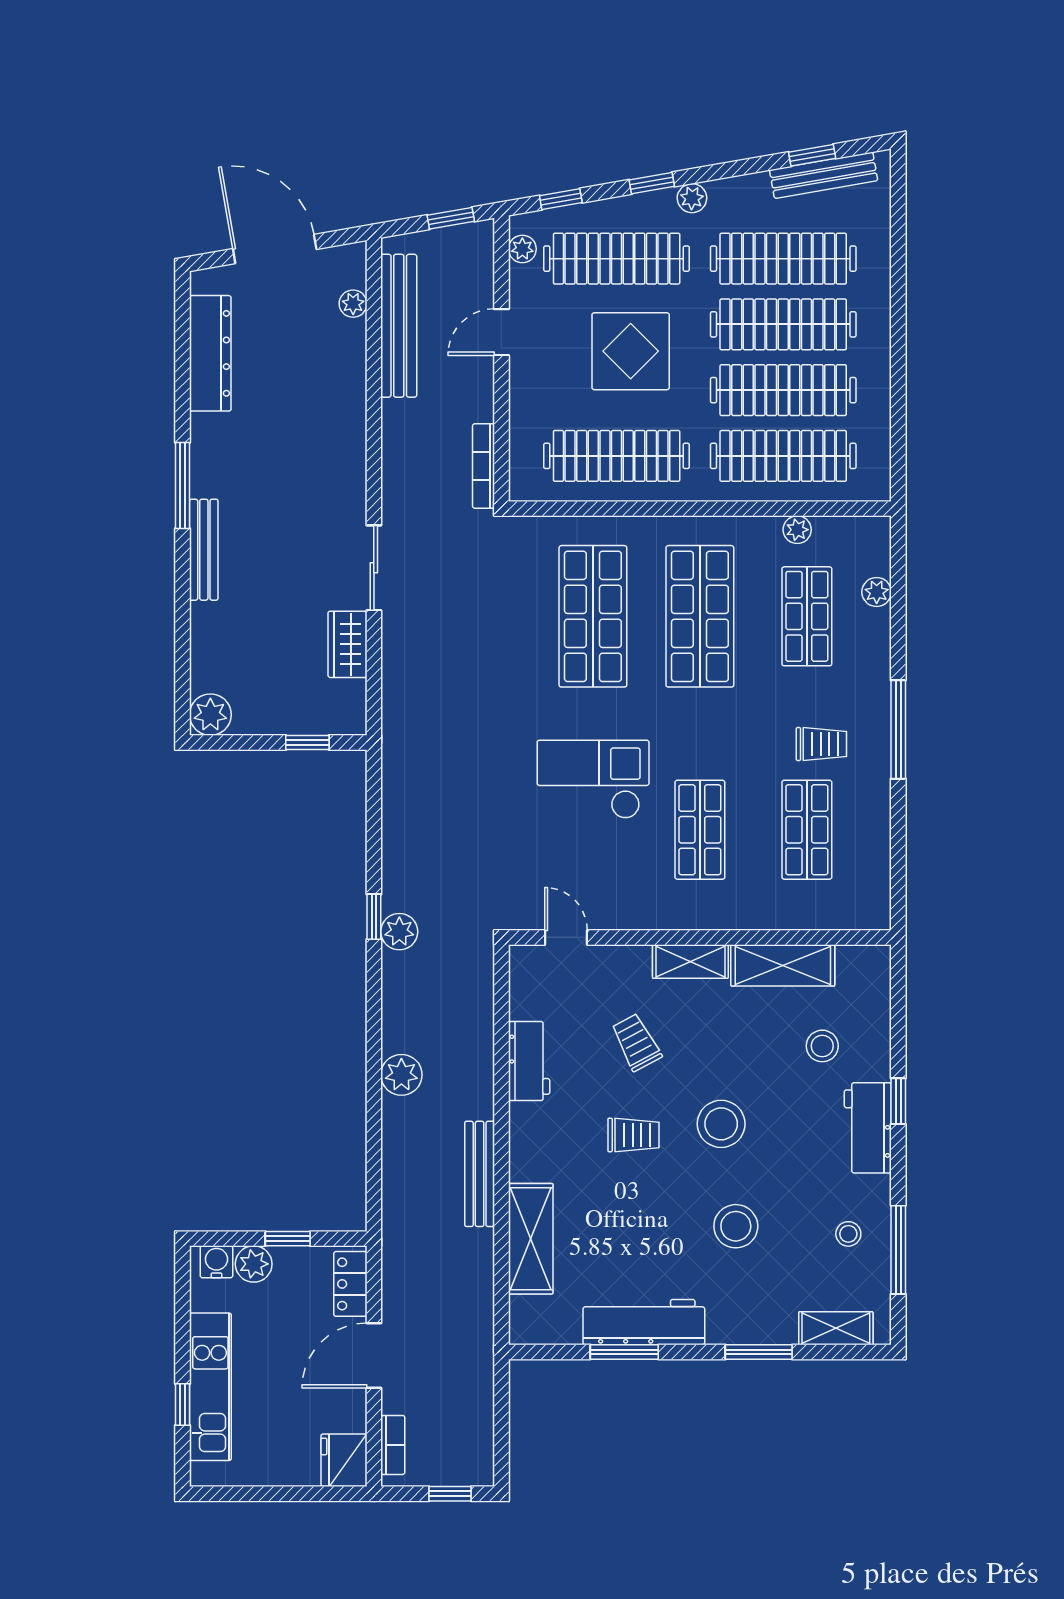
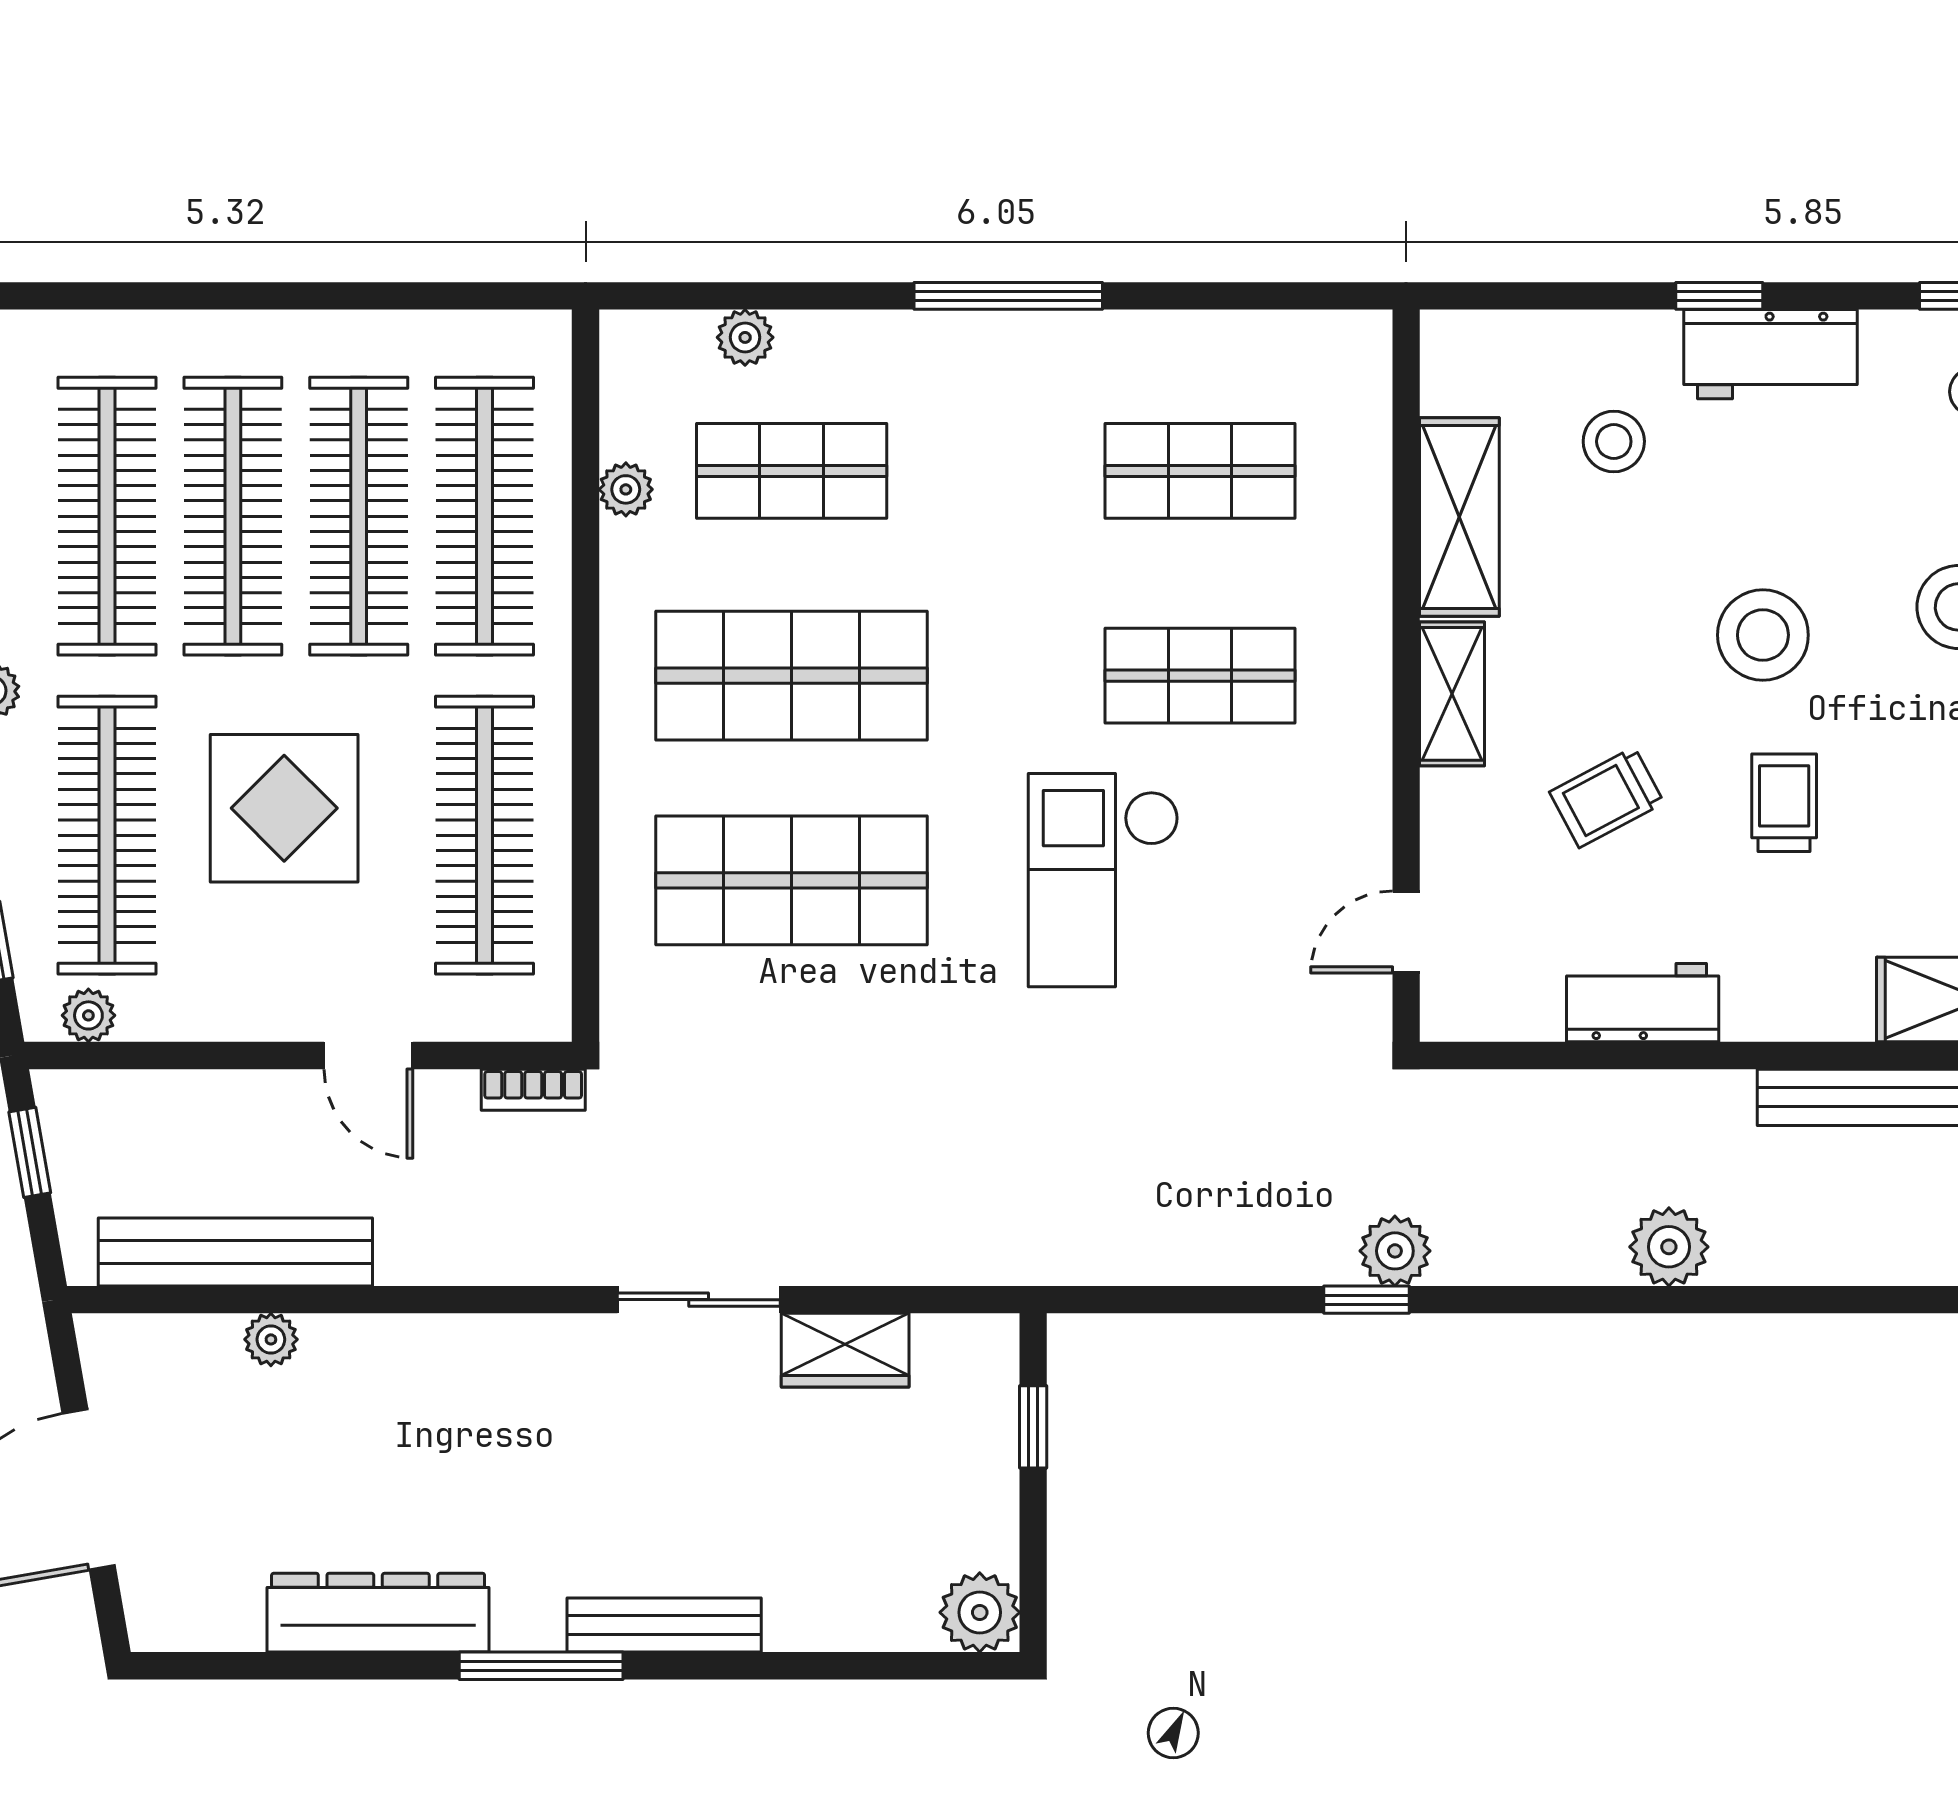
plant: (353, 304) -> (271, 1339), moved
door: (501, 332) -> (368, 1055), moved
dresser: (210, 353) -> (378, 1613), moved
bookcase: (484, 466) -> (533, 1090), width x0.64
trolley: (821, 744) -> (1036, 443), removed

